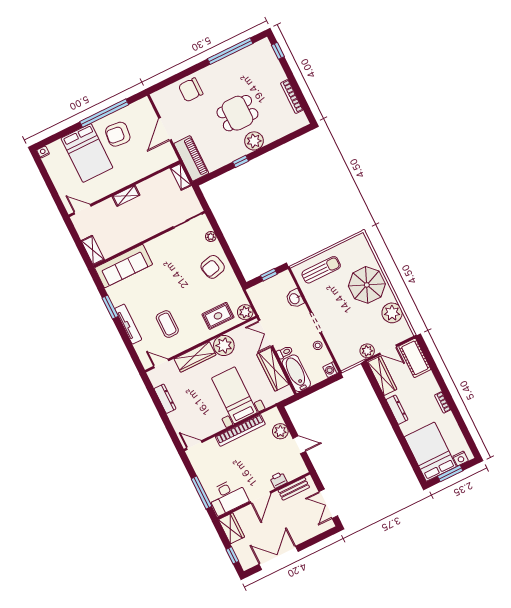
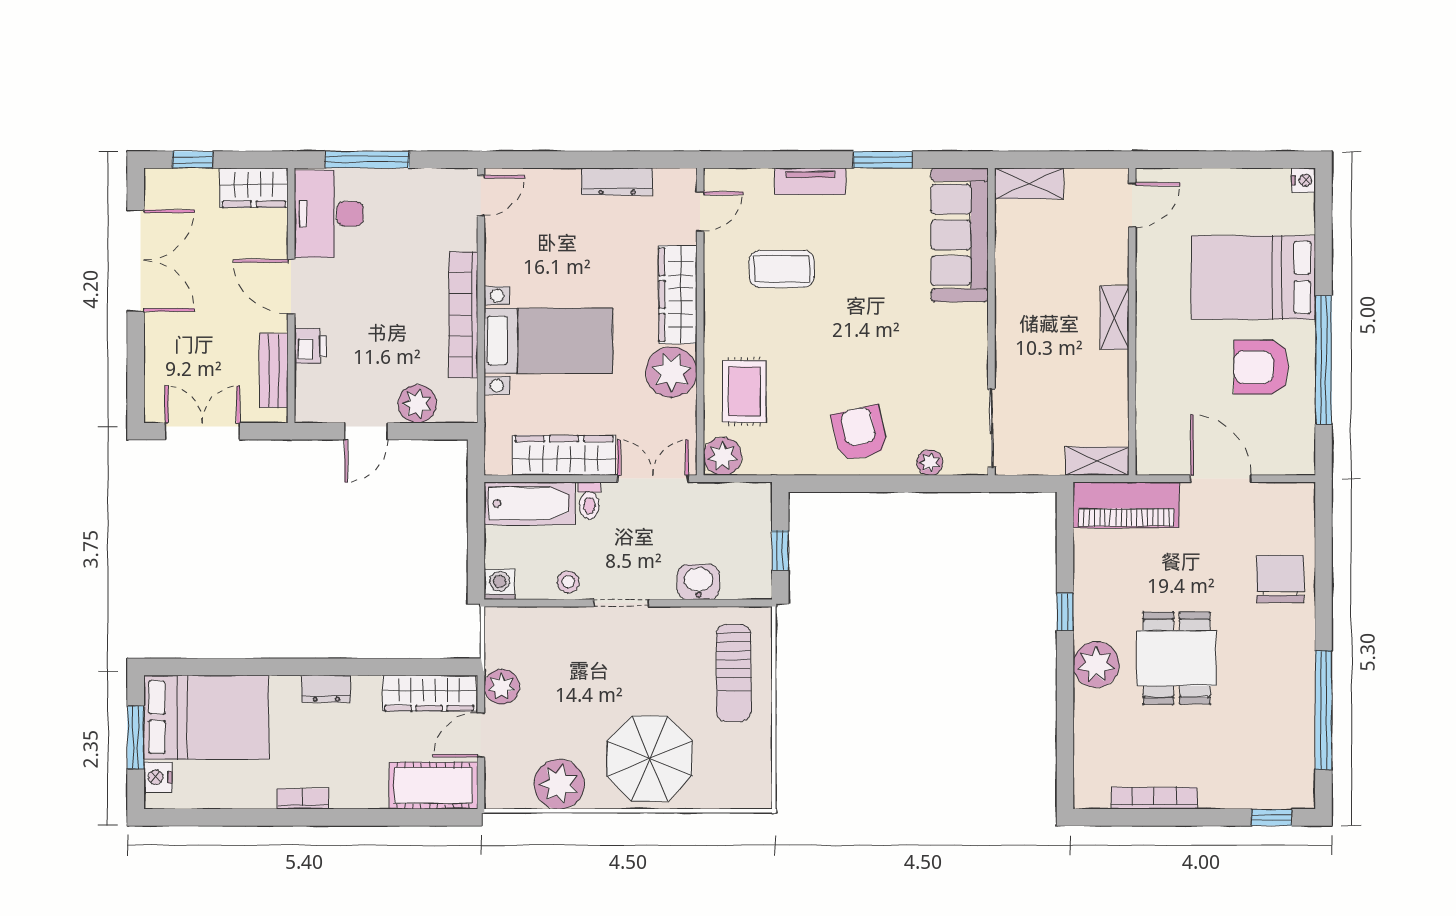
armchair: (118, 134) -> (1261, 367), turned -96
tv unit: (128, 324) -> (810, 181), width x0.71
dresser: (397, 410) -> (326, 689), width x0.70

